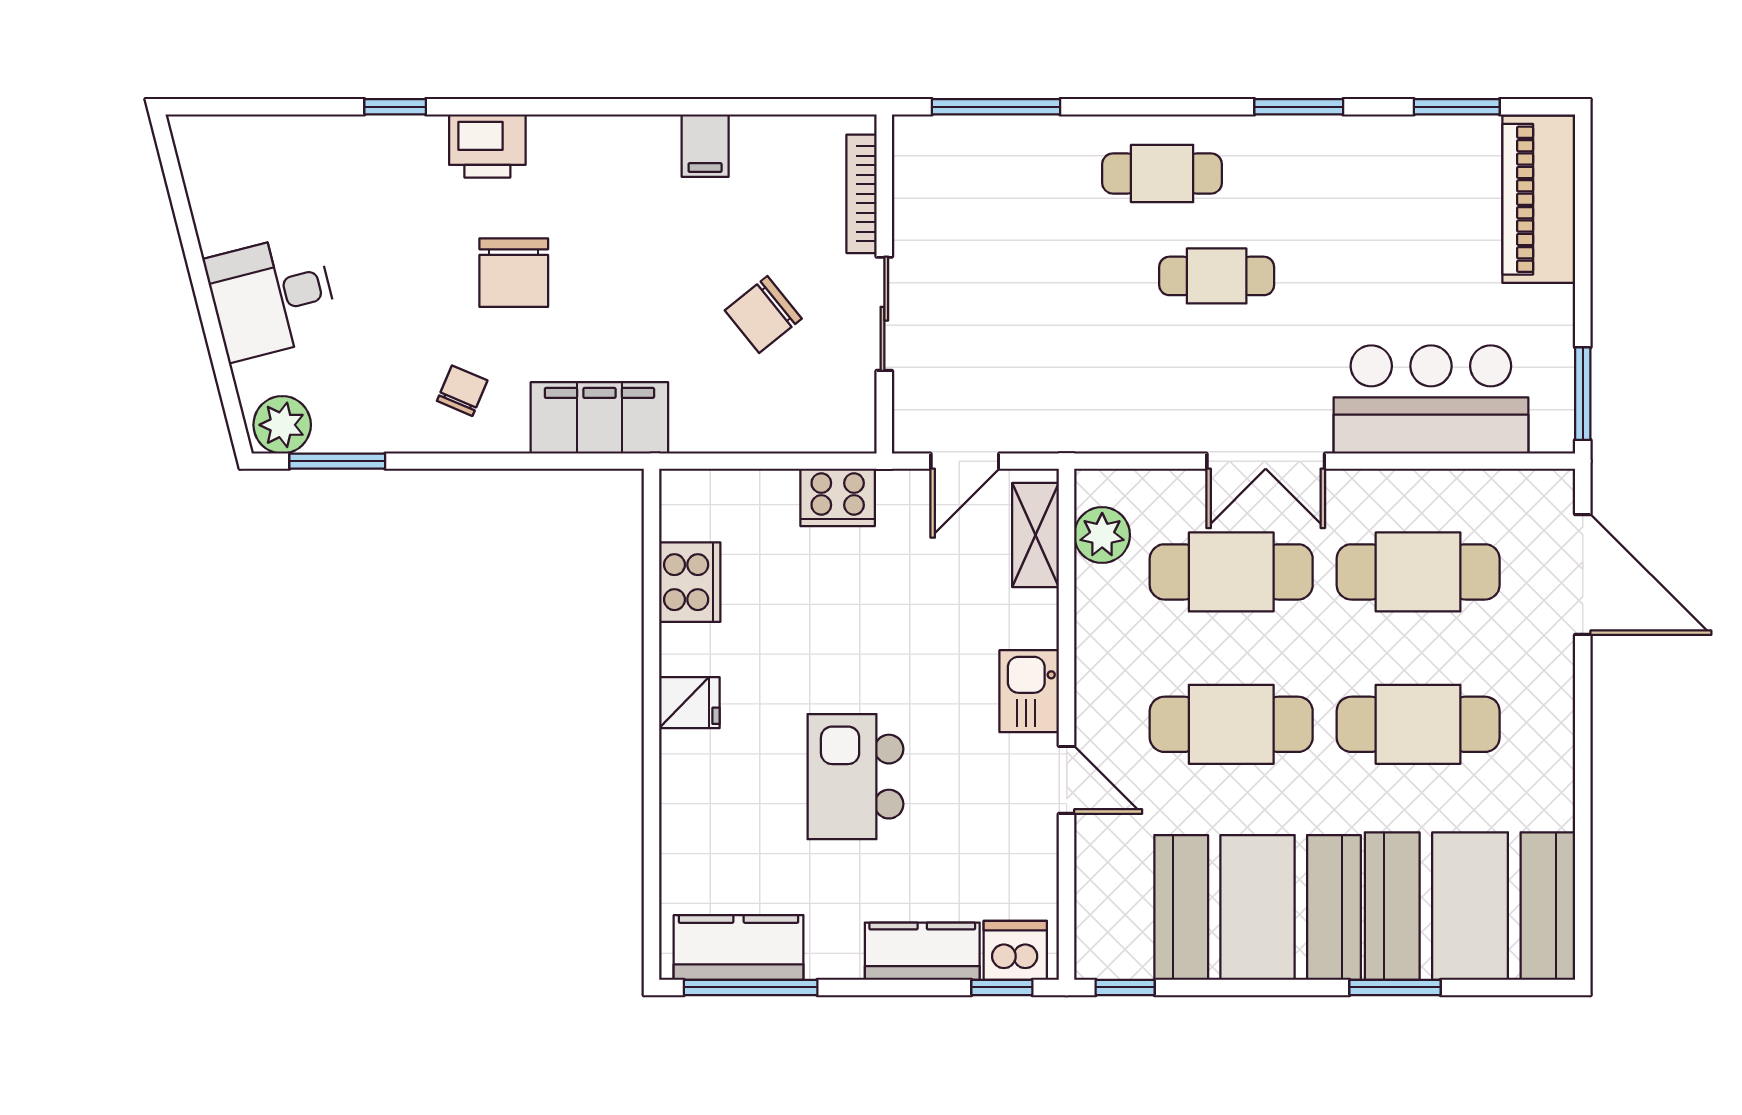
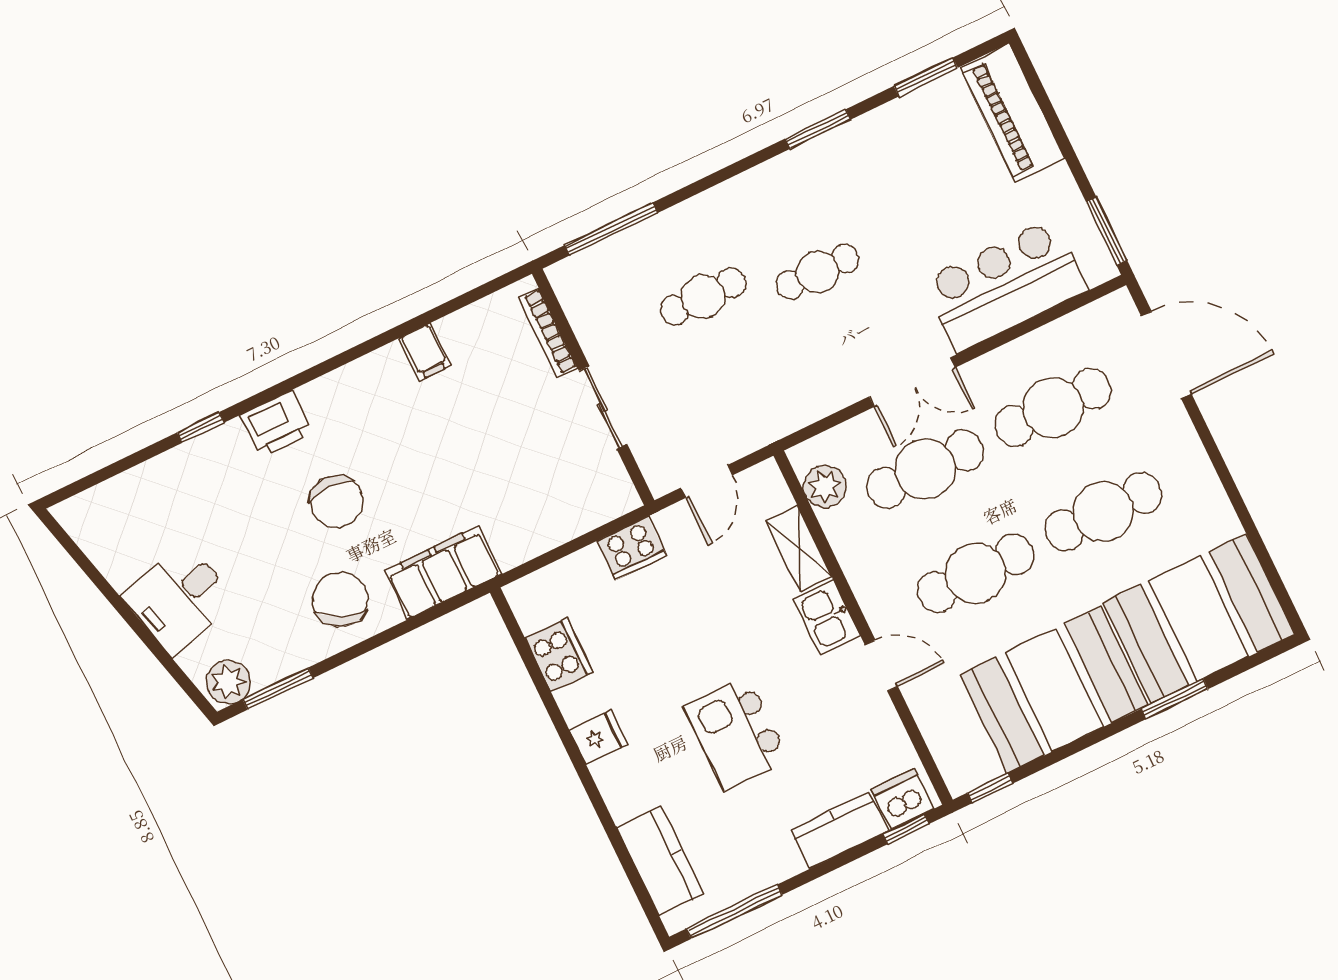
cafe table: (1162, 173) -> (703, 297), moved
chair: (763, 315) -> (521, 448), removed
chair: (462, 391) -> (340, 599), width x1.87, depth x1.87
shelving: (1036, 535) -> (799, 549), moved
kitchen counter: (739, 947) -> (660, 861), moved, turned 90

